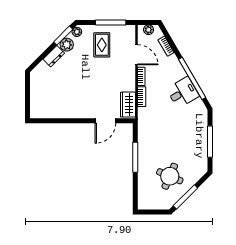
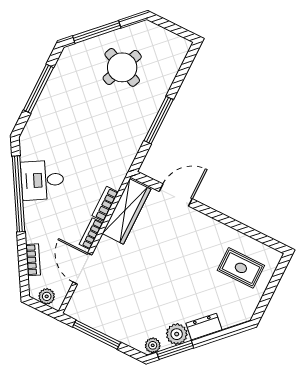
rug: (102, 45) -> (241, 268), moved, turned 90
wardrobe: (128, 105) -> (126, 211), width x1.50
window: (185, 197) -> (97, 32), moved

